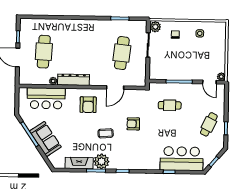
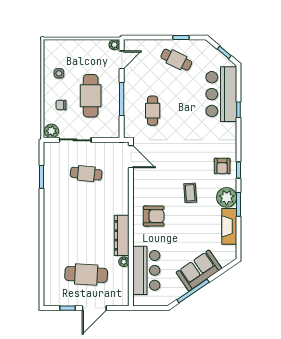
cafe table: (122, 53) -> (86, 174), width x0.73, depth x0.74
cafe table: (182, 58) -> (91, 96), added
door: (115, 88) -> (131, 157), moved
armchair: (133, 124) -> (222, 166), moved

